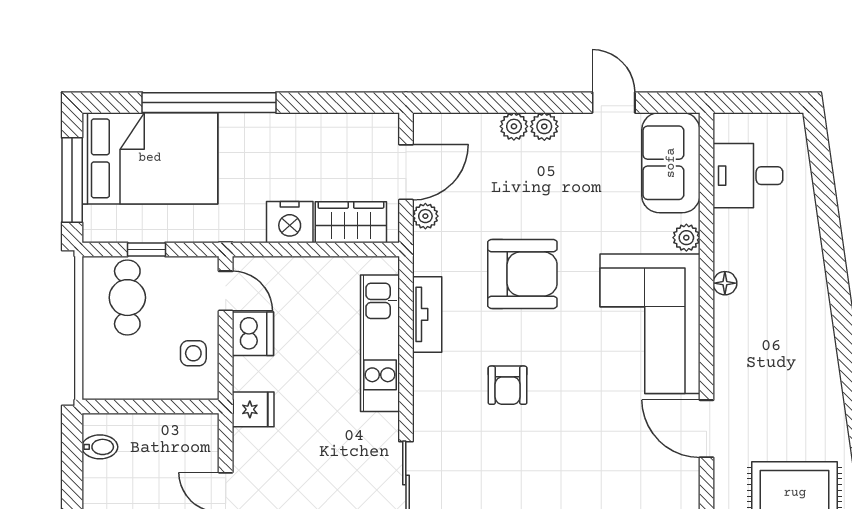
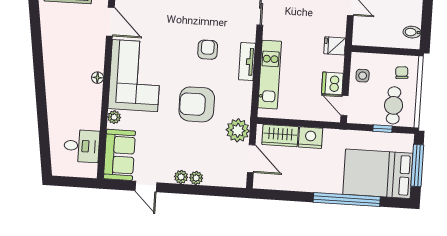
door: (406, 172) -> (251, 159), swing flipped
plant: (425, 216) -> (238, 130), width x1.87, depth x1.87
floor lamp: (725, 283) -> (97, 78), moved
tv unit: (427, 314) -> (247, 62), moved
chair: (115, 364) -> (402, 73), added

